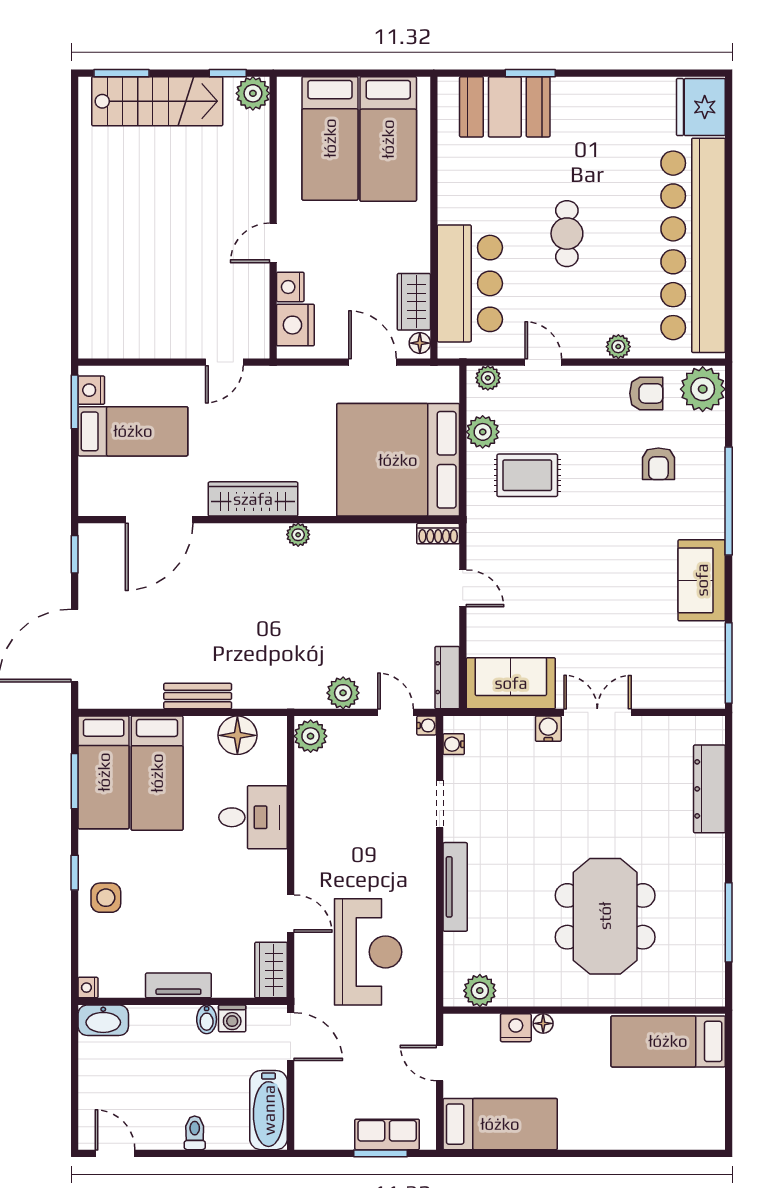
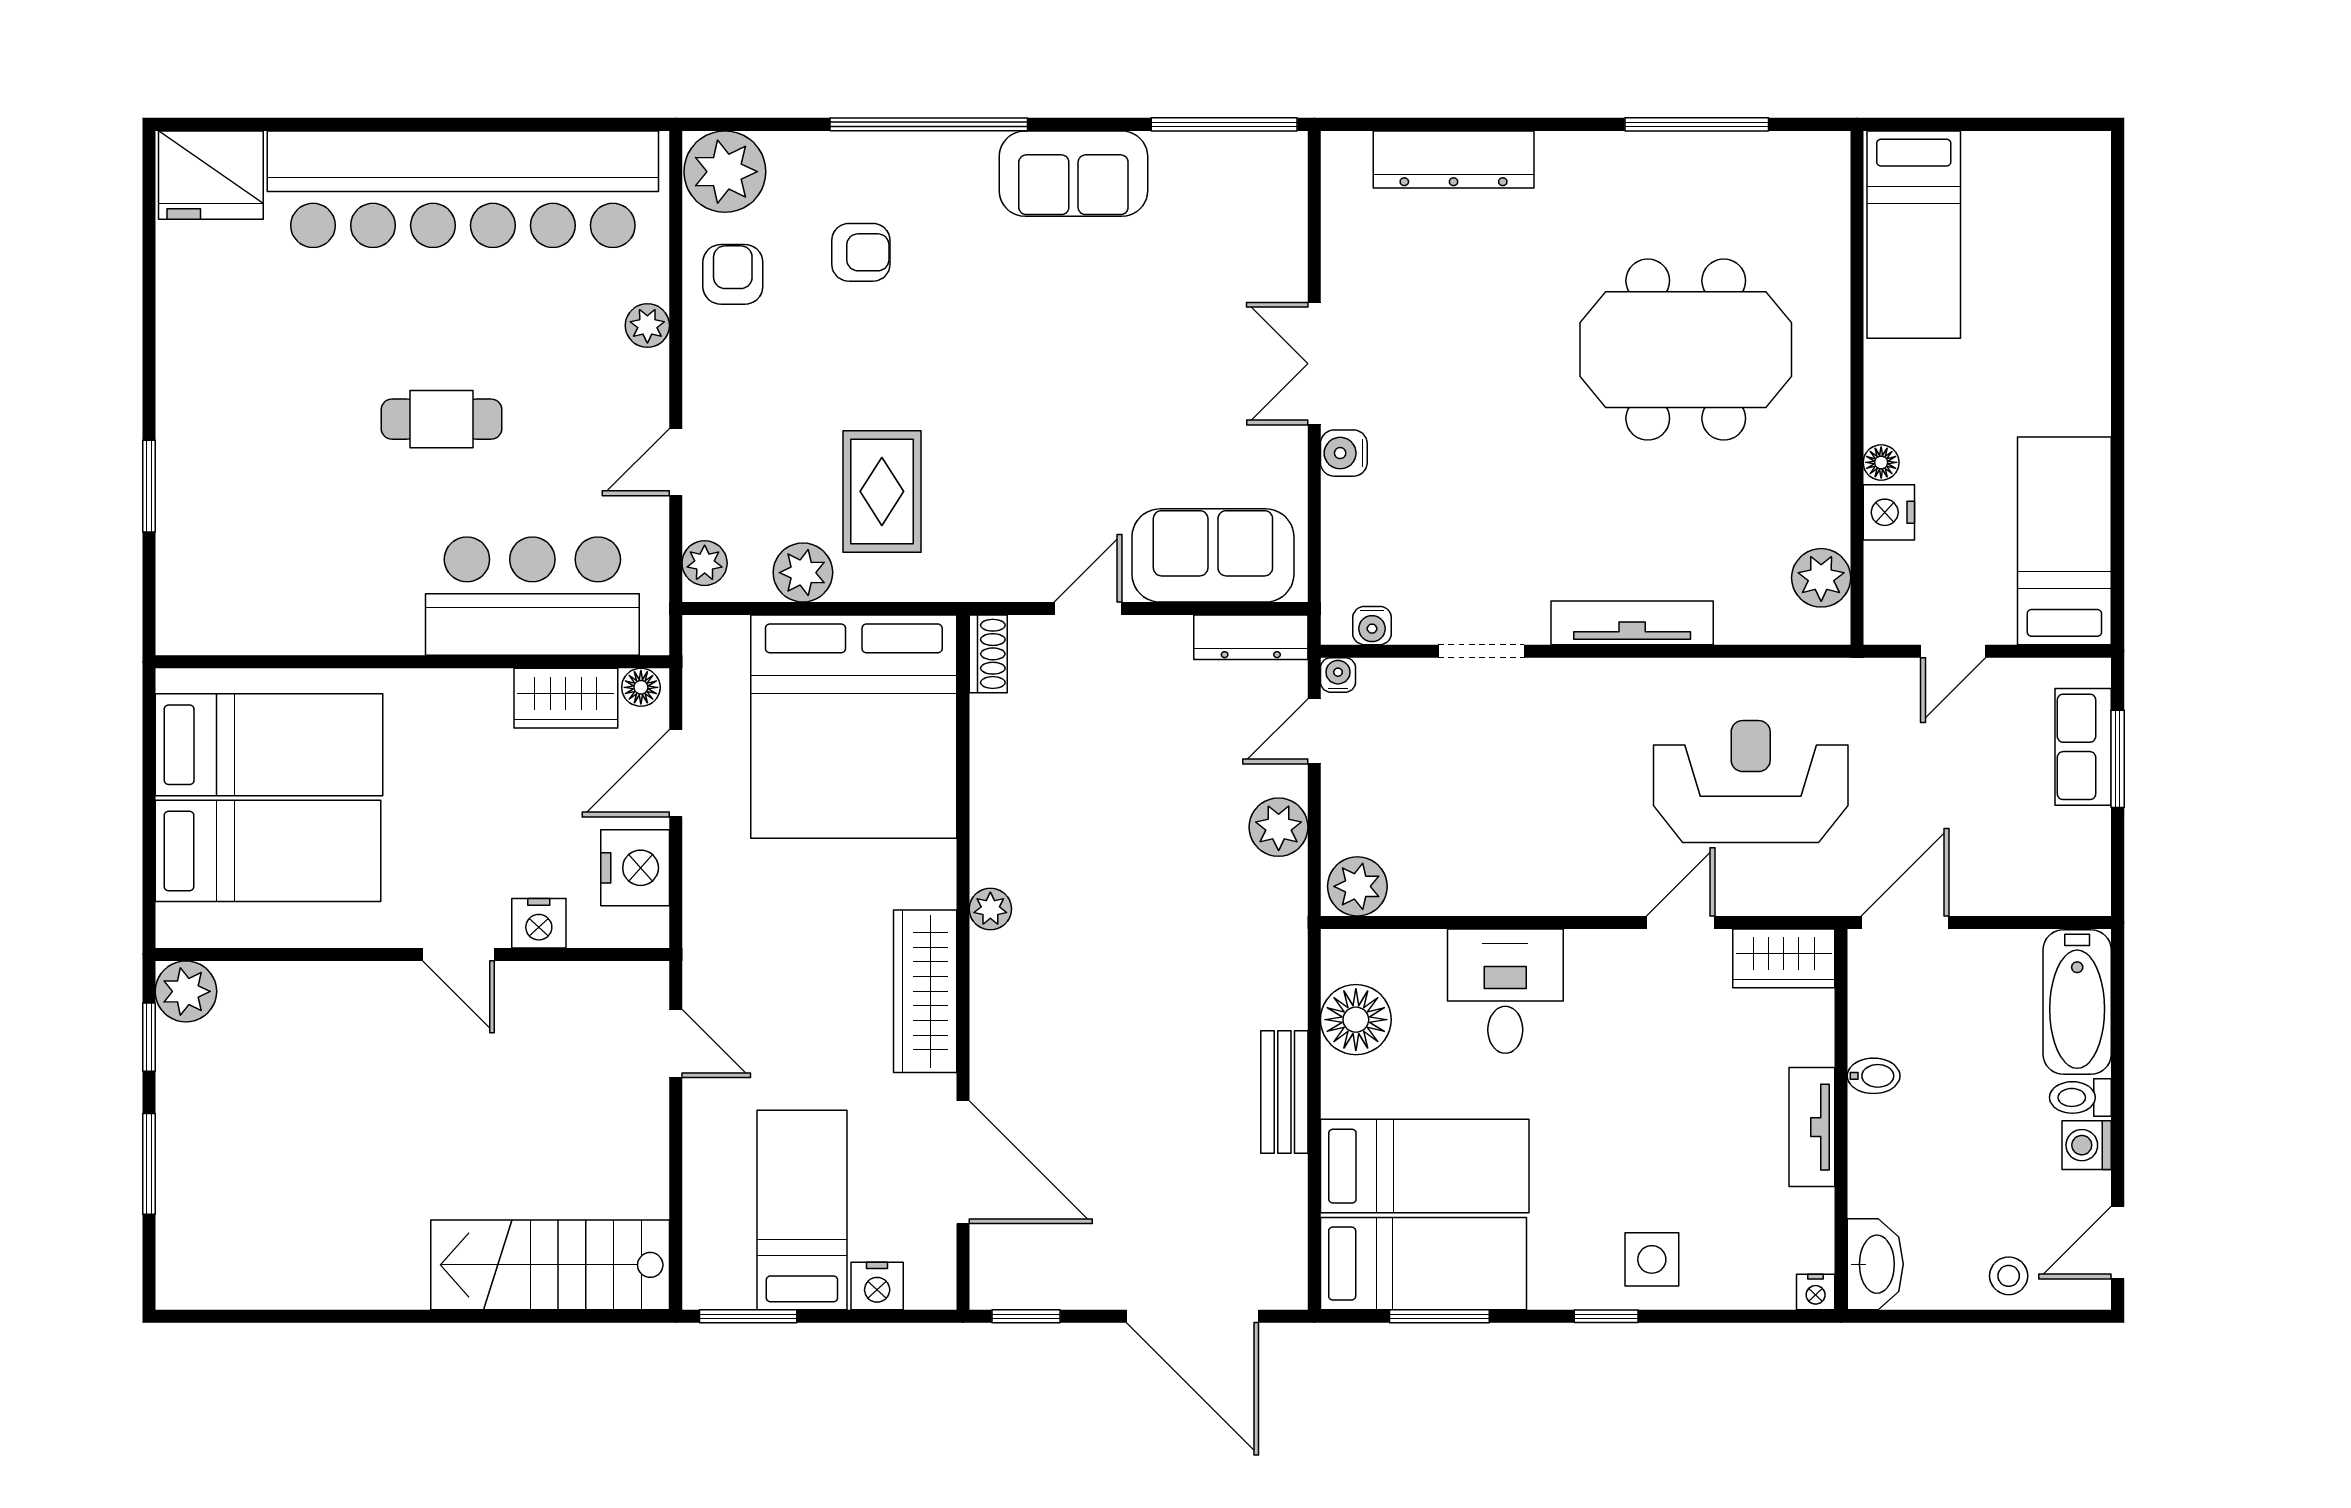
window: (121, 73) -> (149, 1164), moved
stairs: (157, 101) -> (550, 1265), moved, turned -90
booth: (505, 107) -> (210, 532), removed
nightstand: (295, 325) -> (635, 868), moved, turned -90
nightstand: (91, 390) -> (877, 1286), moved
sofa: (511, 683) -> (1213, 555), moved, turned 90
washing machine: (232, 1018) -> (2087, 1145), moved, turned 180
stool: (97, 1093) -> (2009, 1276), added
bathtub: (269, 1110) -> (2077, 1002), moved, turned 90

